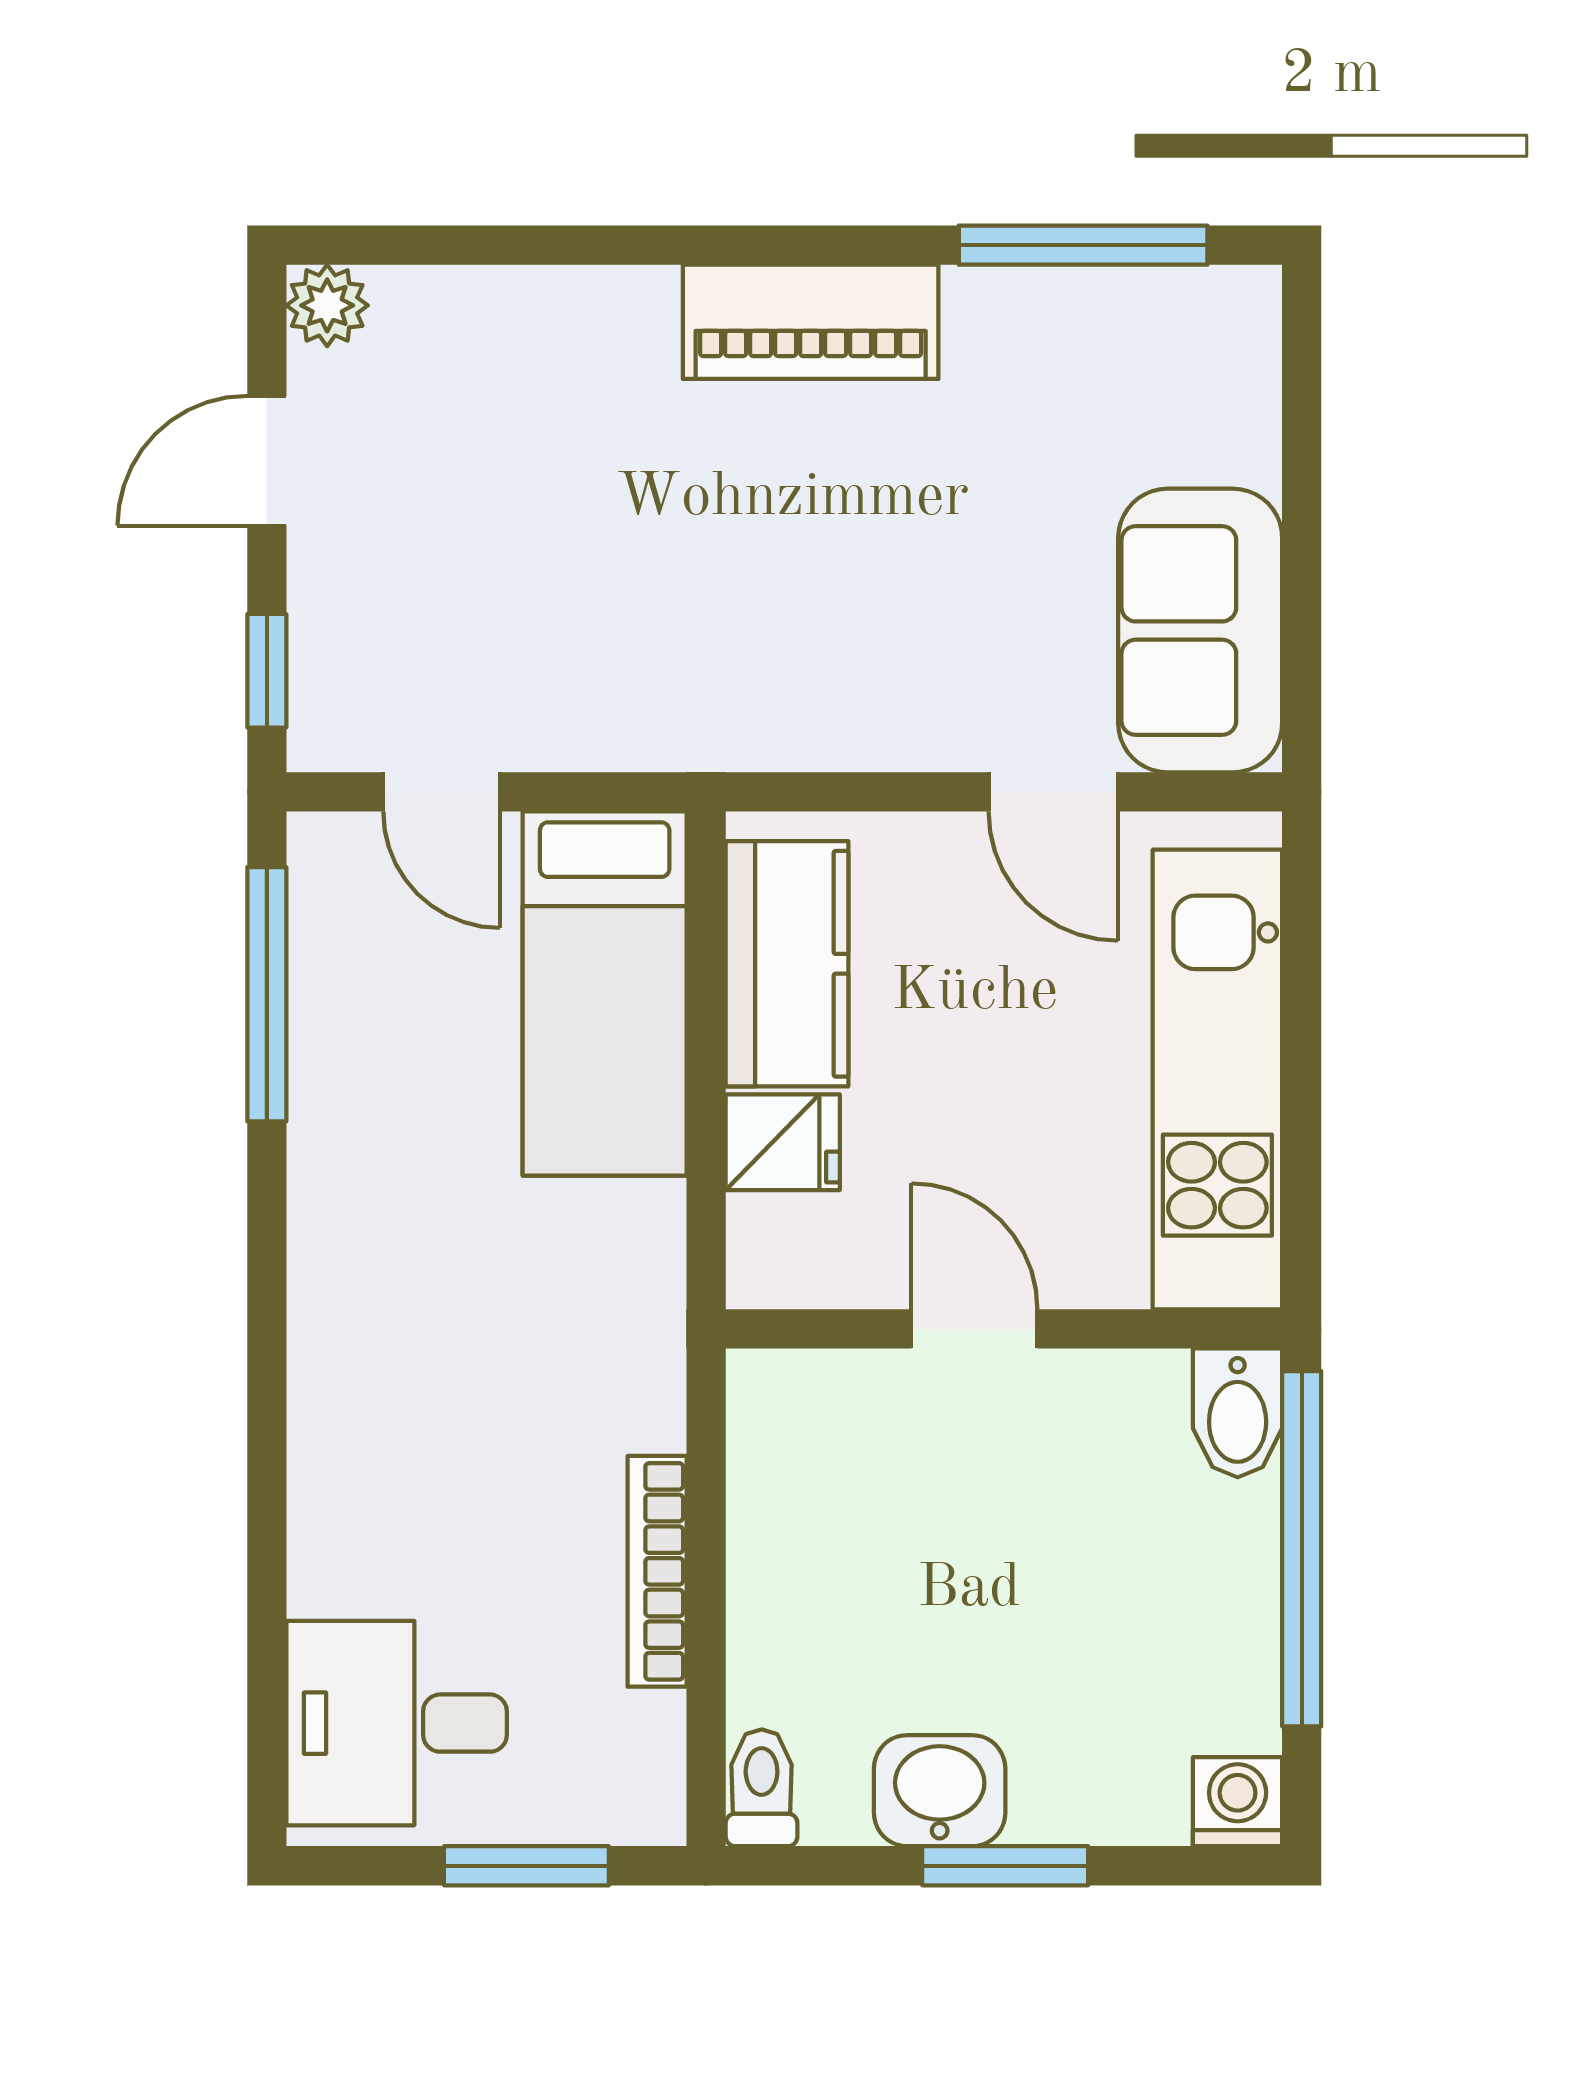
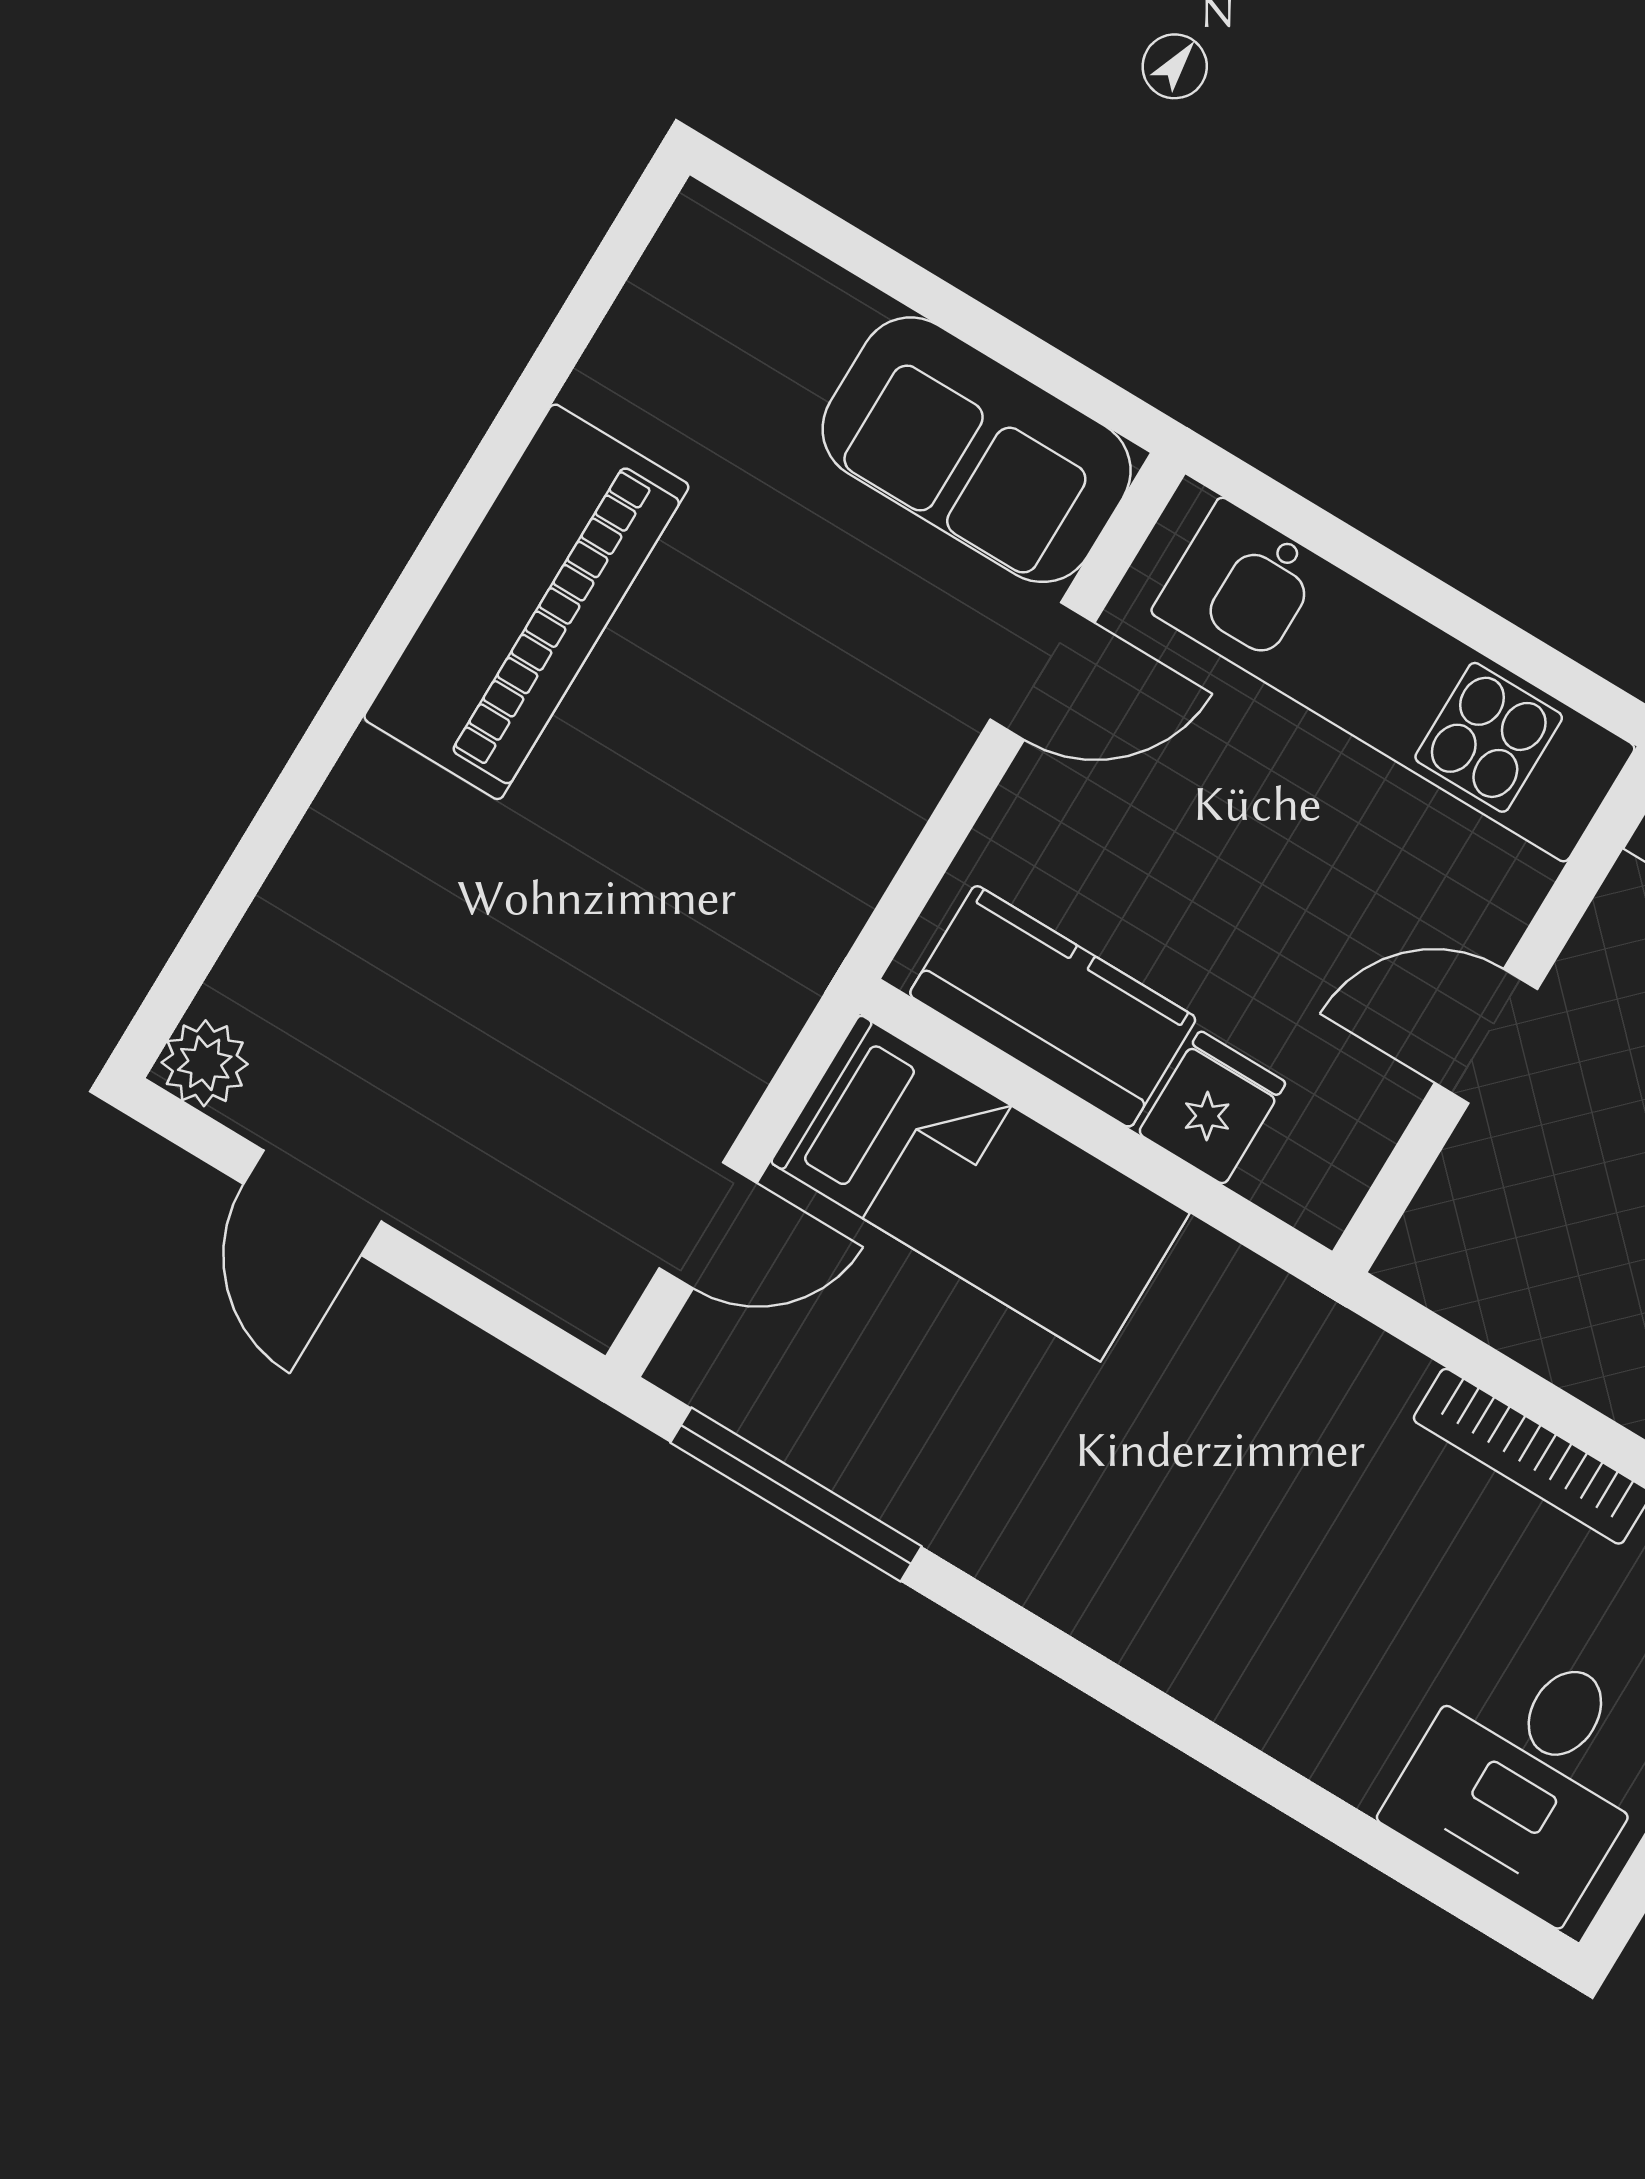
window: (1083, 245) -> (563, 345), removed
piano: (811, 322) -> (526, 602), width x1.37, depth x1.33
window: (267, 671) -> (503, 1318), removed

